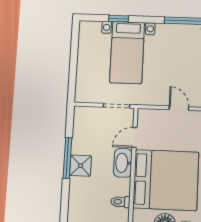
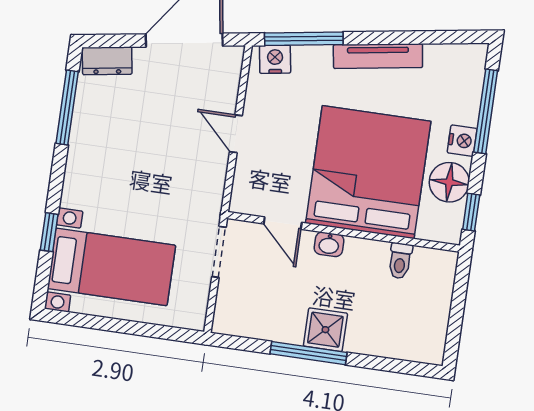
bed with nightstands: (127, 53) -> (111, 267), moved
door: (179, 108) -> (236, 134), hinge flipped
washbasin: (123, 163) -> (329, 244), width x0.52, depth x0.69

